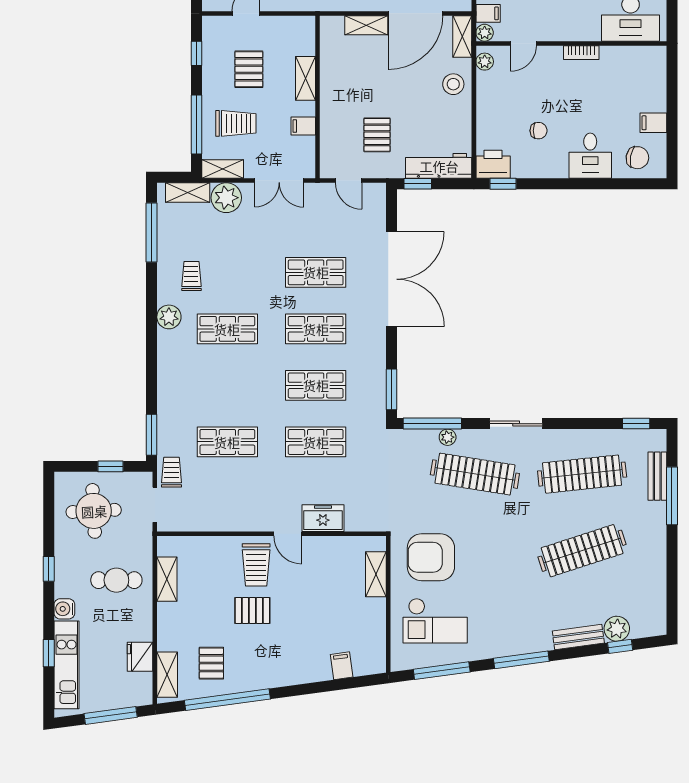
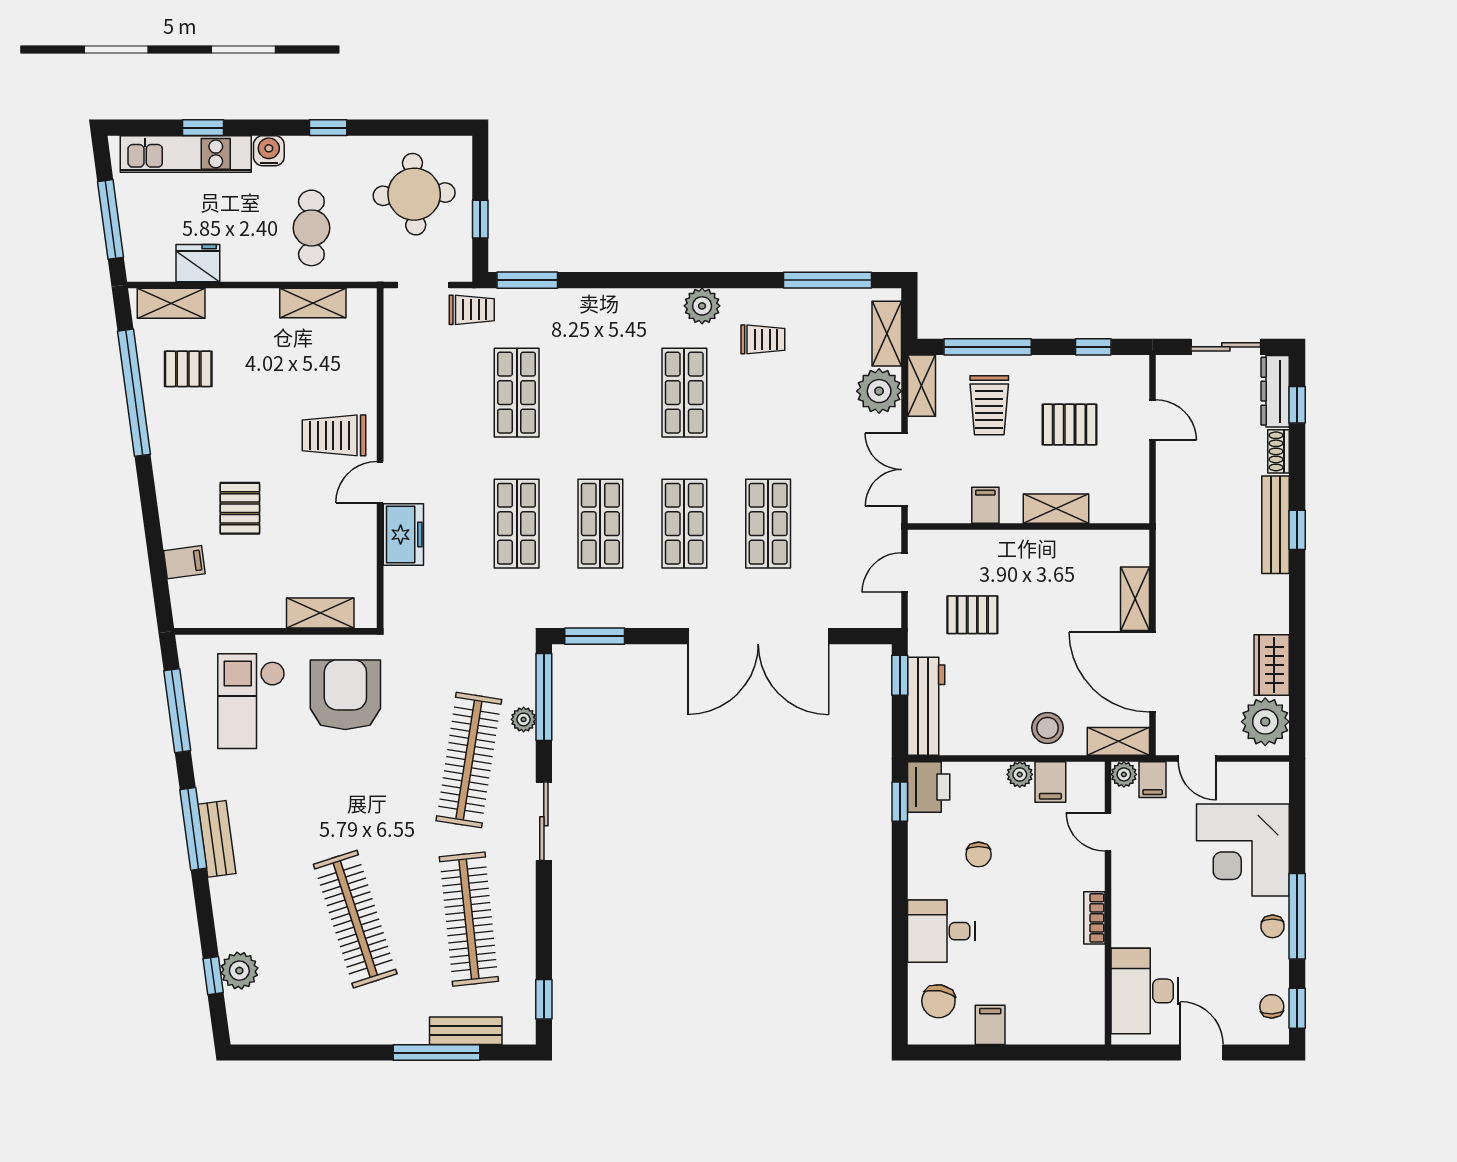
plant: (485, 62) -> (1020, 774), moved
filing cabinet: (490, 82) -> (1050, 782), added
pallet: (252, 611) -> (240, 508), moved
bench: (578, 637) -> (217, 839), moved

